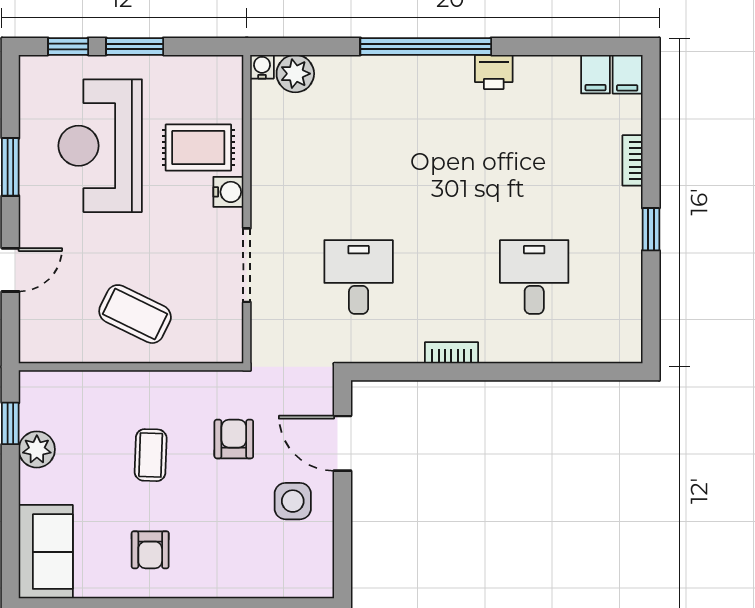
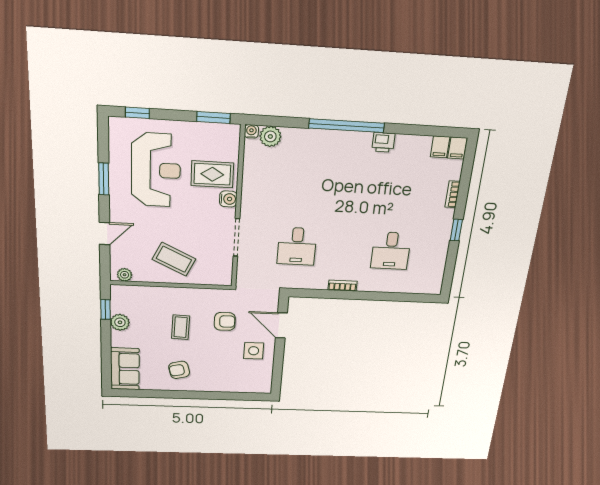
window: (135, 46) -> (214, 117), moved
reception desk: (100, 146) -> (156, 170), turned 180
desk: (359, 277) -> (297, 246), turned 180
desk: (534, 277) -> (391, 251), turned 180
plant: (46, 350) -> (125, 275), added
armchair: (234, 439) -> (225, 321), turned 90
armchair: (150, 550) -> (179, 370), turned 76

